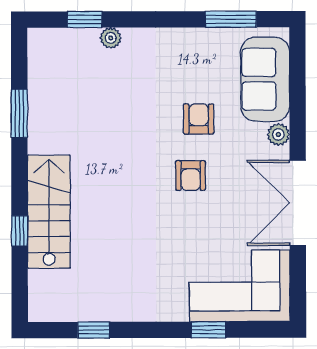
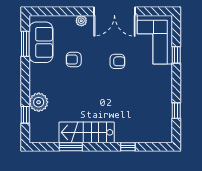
plant: (111, 38) -> (39, 102), width x1.88, depth x1.88
sofa: (265, 79) -> (41, 42), moved, turned -90
armchair: (191, 176) -> (117, 61), moved
stairs: (49, 212) -> (87, 132), moved

